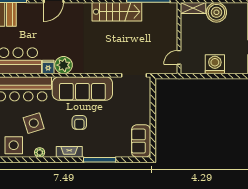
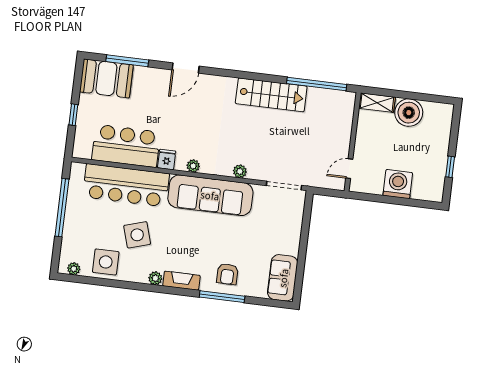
plant: (63, 65) -> (193, 166), width x0.53, depth x0.53
plant: (101, 69) -> (240, 171), added
armchair: (79, 122) -> (227, 274), moved
plant: (40, 152) -> (155, 278), moved

